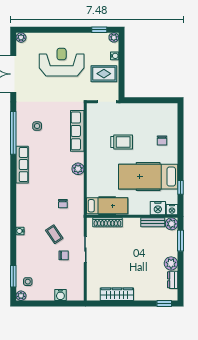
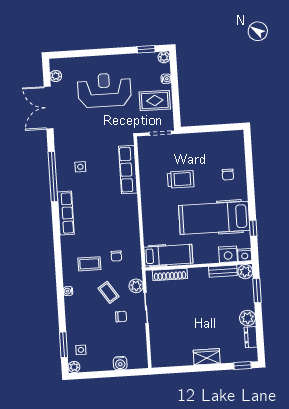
plant: (21, 37) -> (56, 76), moved
plant: (78, 169) -> (136, 286), moved
coffee table: (40, 209) -> (89, 264), added
wardrobe: (117, 294) -> (207, 357), moved, width x0.67

